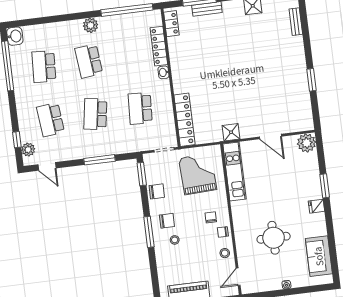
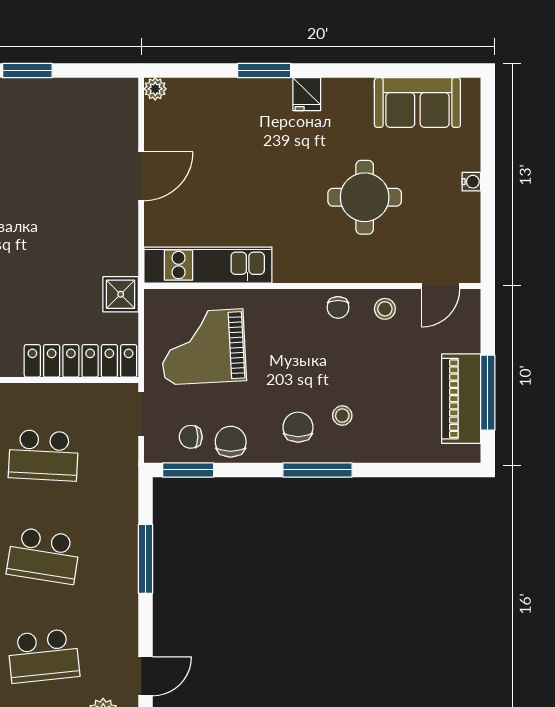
shower: (231, 132) -> (121, 294), moved
plant: (307, 143) -> (155, 89), width x0.53, depth x0.53
chair: (211, 217) -> (191, 437), moved
door: (238, 277) -> (441, 286), hinge flipped

